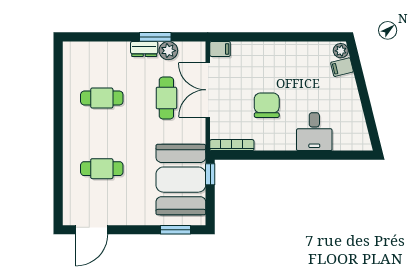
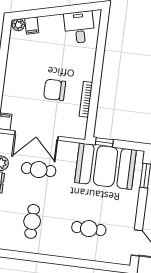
desk: (314, 132) -> (79, 27), moved, turned -104
bookcase: (232, 145) -> (86, 99), moved
cafe table: (102, 169) -> (89, 229), turned 90

